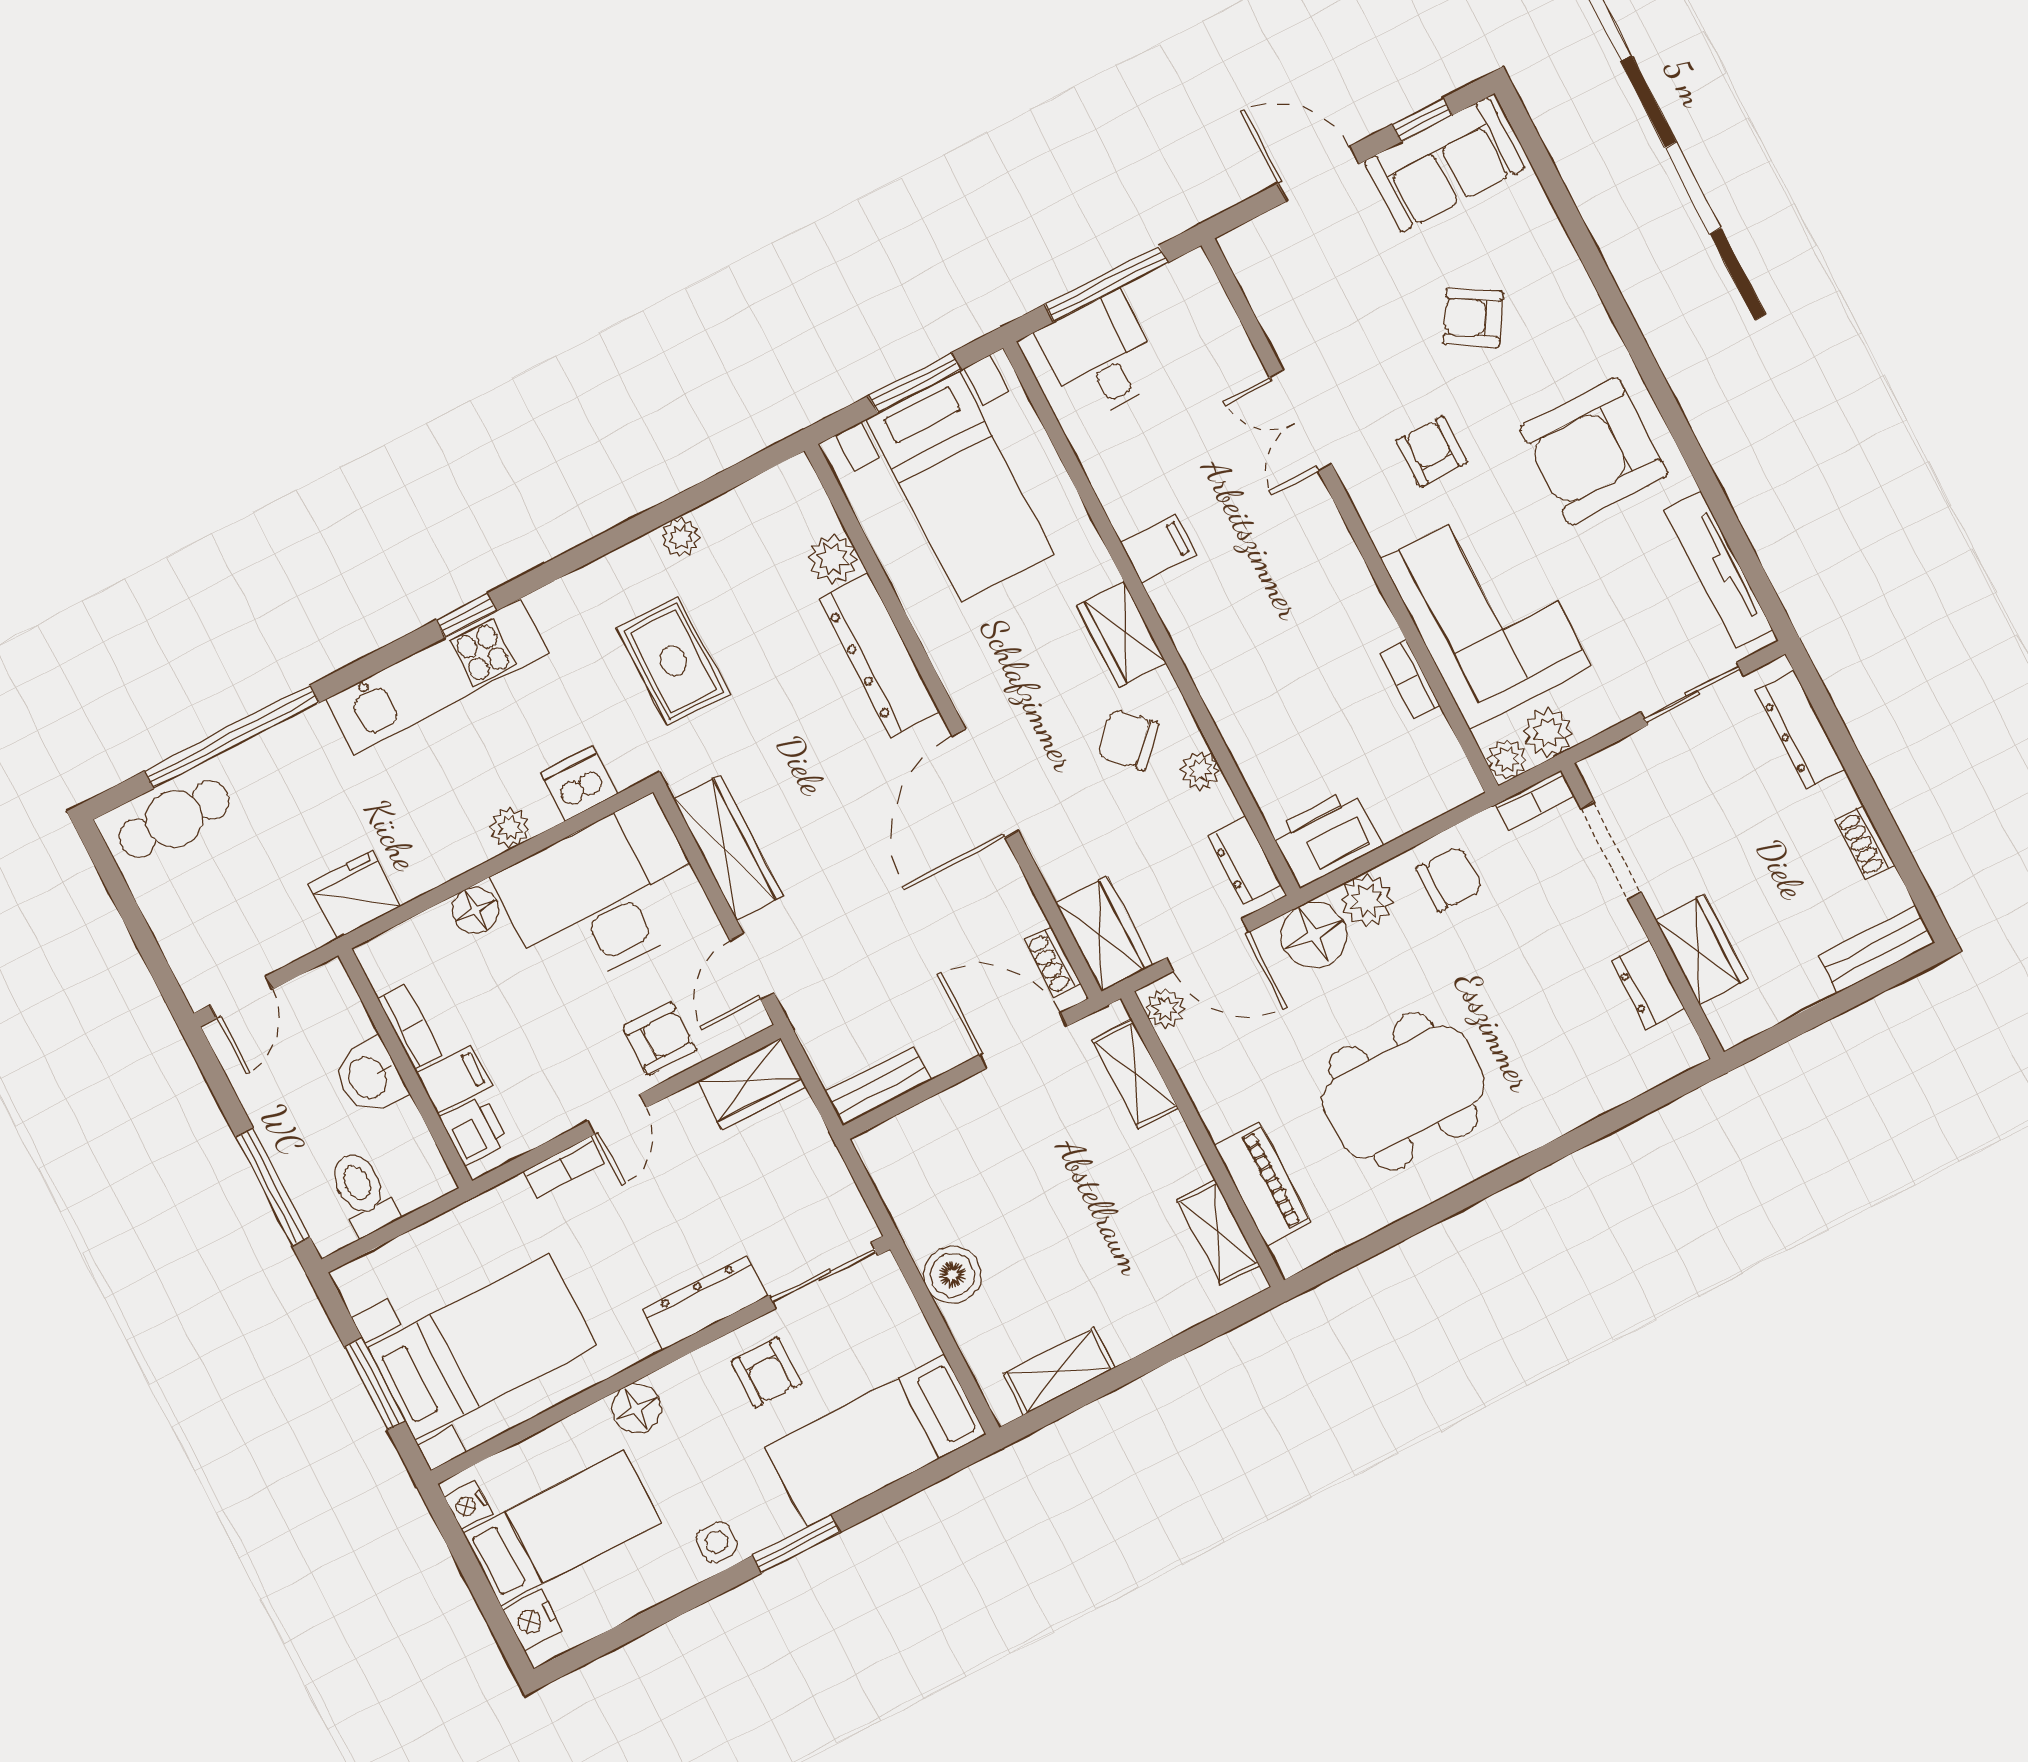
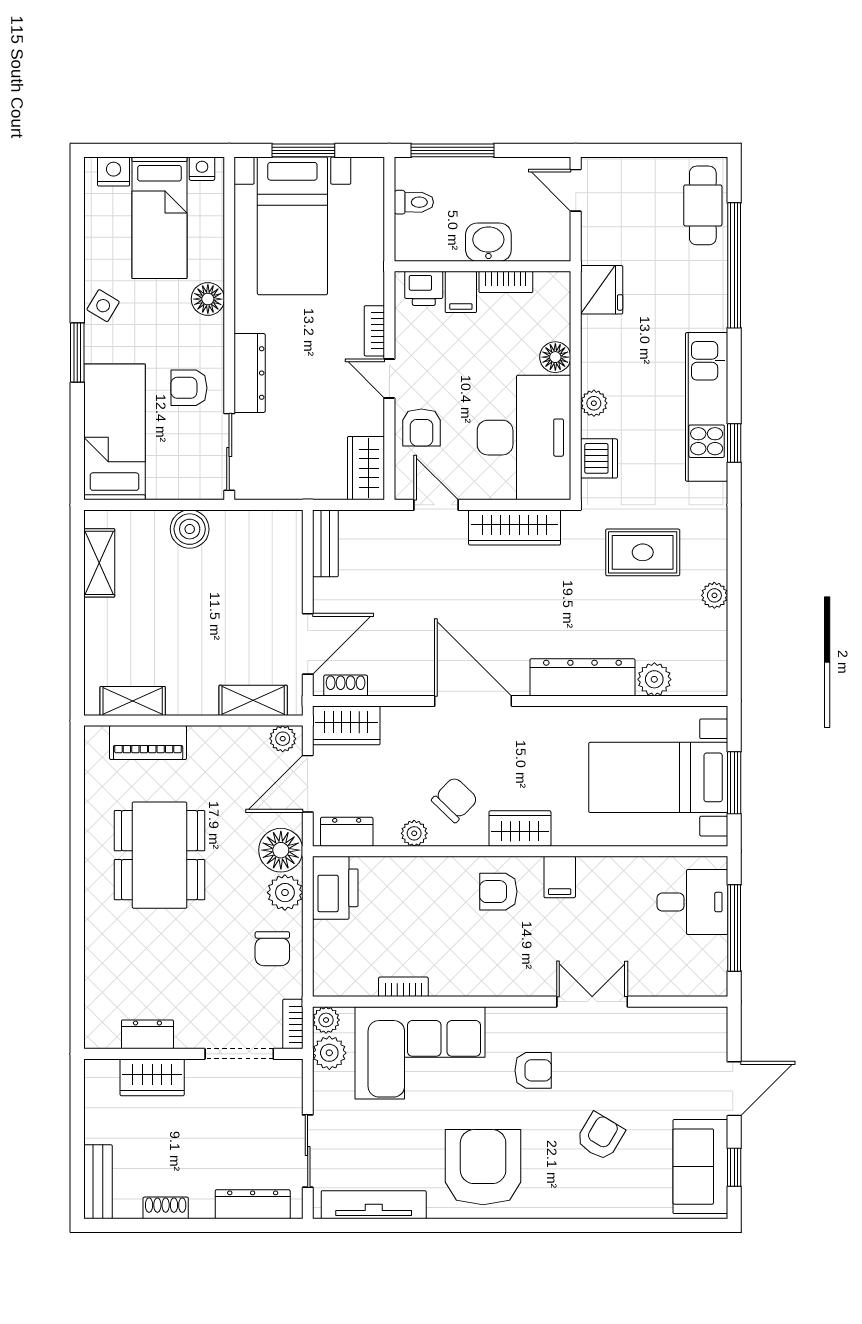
armchair: (1220, 620) -> (498, 892), added
toilet: (362, 1193) -> (414, 202), width x0.73, depth x0.72
side table: (717, 1542) -> (103, 306), turned 31

